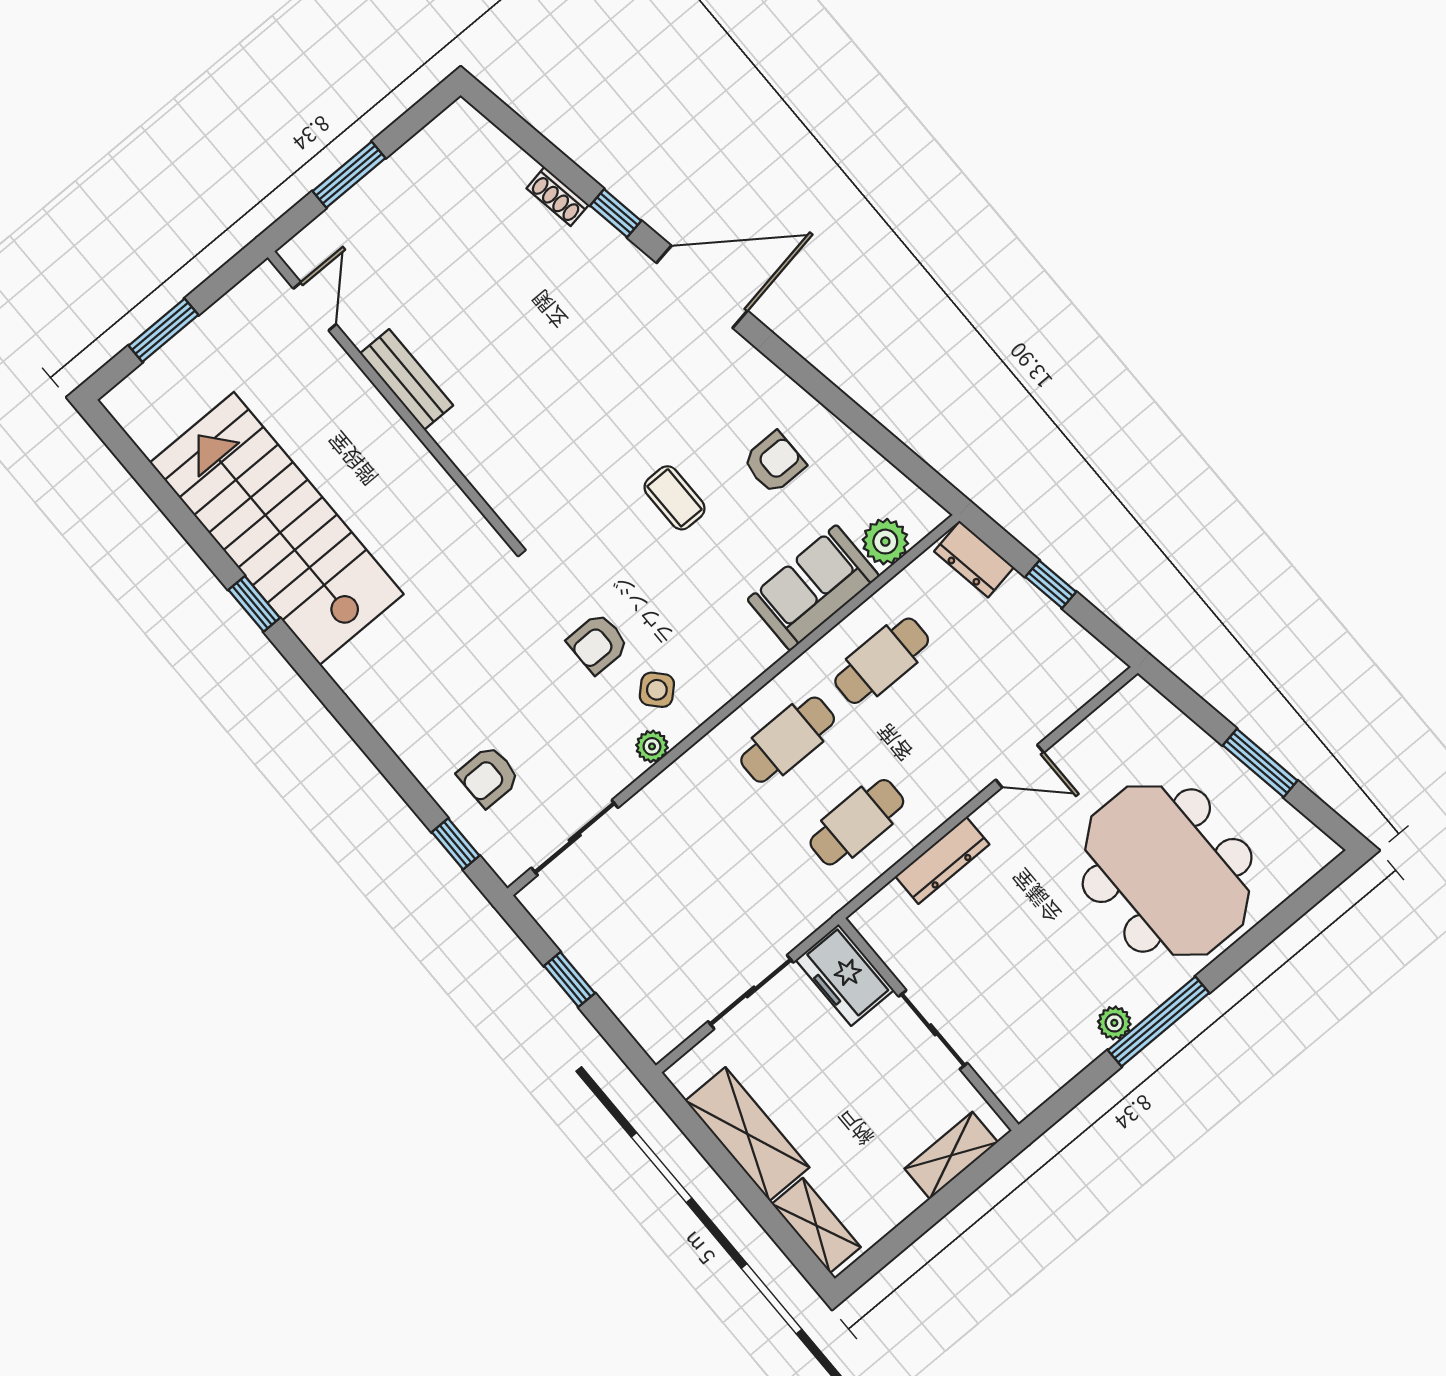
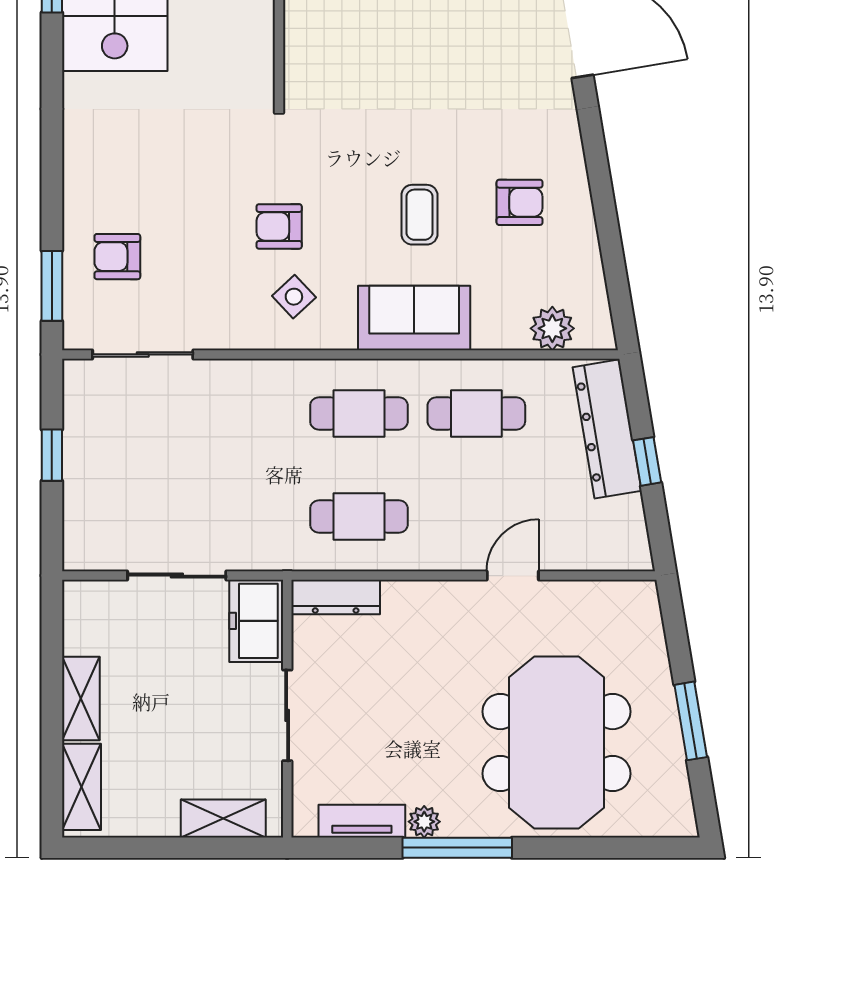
coffee table: (675, 498) -> (419, 215), moved
dresser: (974, 559) -> (607, 429), width x1.96, depth x1.24
sofa: (813, 588) -> (414, 318), moved
plant: (652, 746) -> (256, 335), removed
door: (1020, 766) -> (513, 576), swing flipped
window: (456, 844) -> (52, 286), width x1.50
dresser: (942, 860) -> (336, 597), moved
tv unit: (1064, 1064) -> (362, 821), added
shelving: (747, 1134) -> (81, 698), width x0.67, depth x0.75

